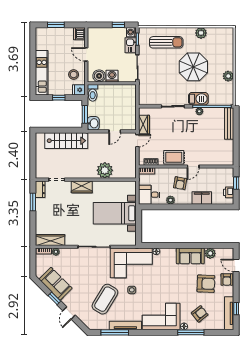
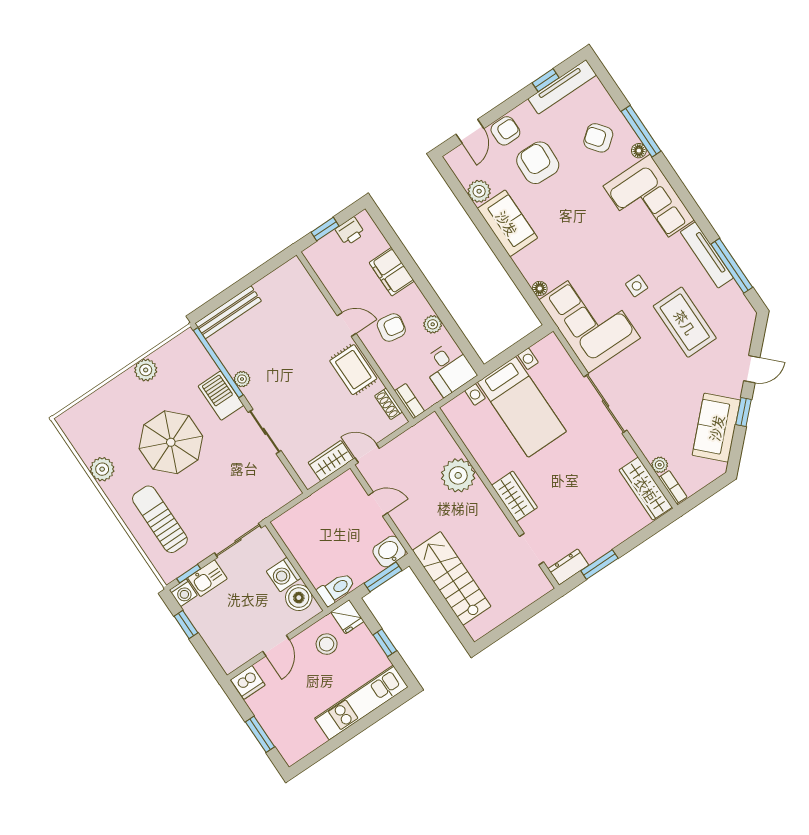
coffee table: (105, 299) -> (685, 322), turned 59

